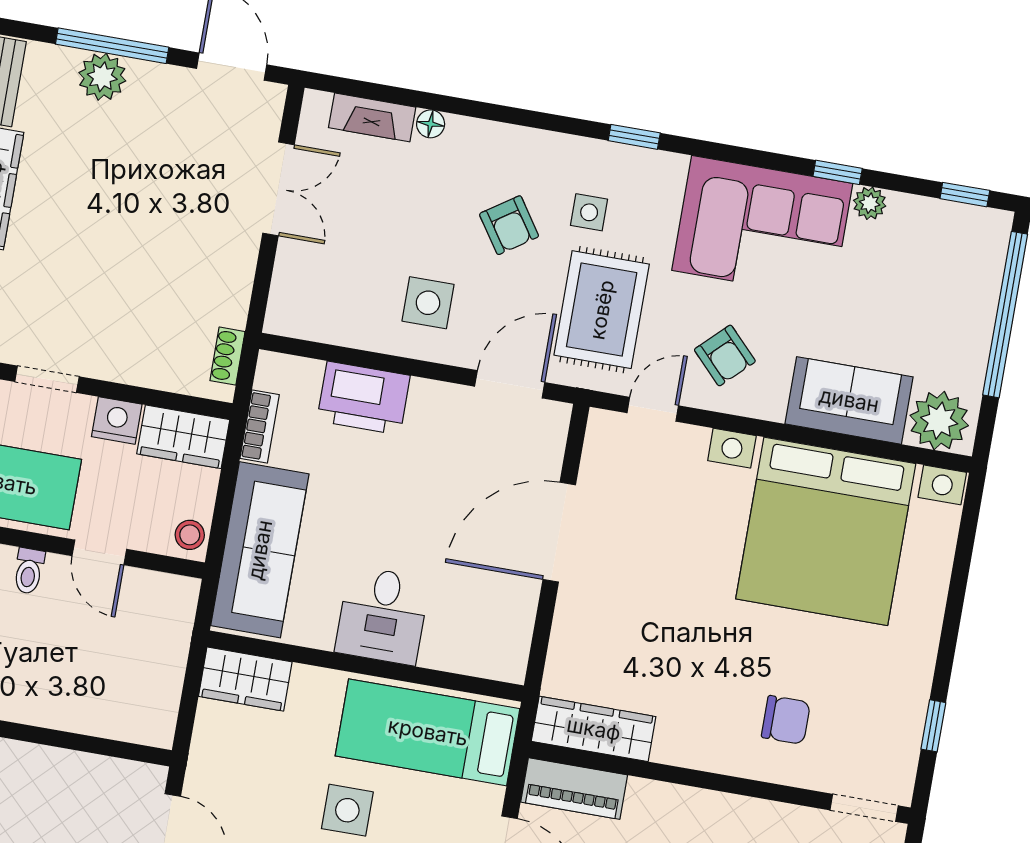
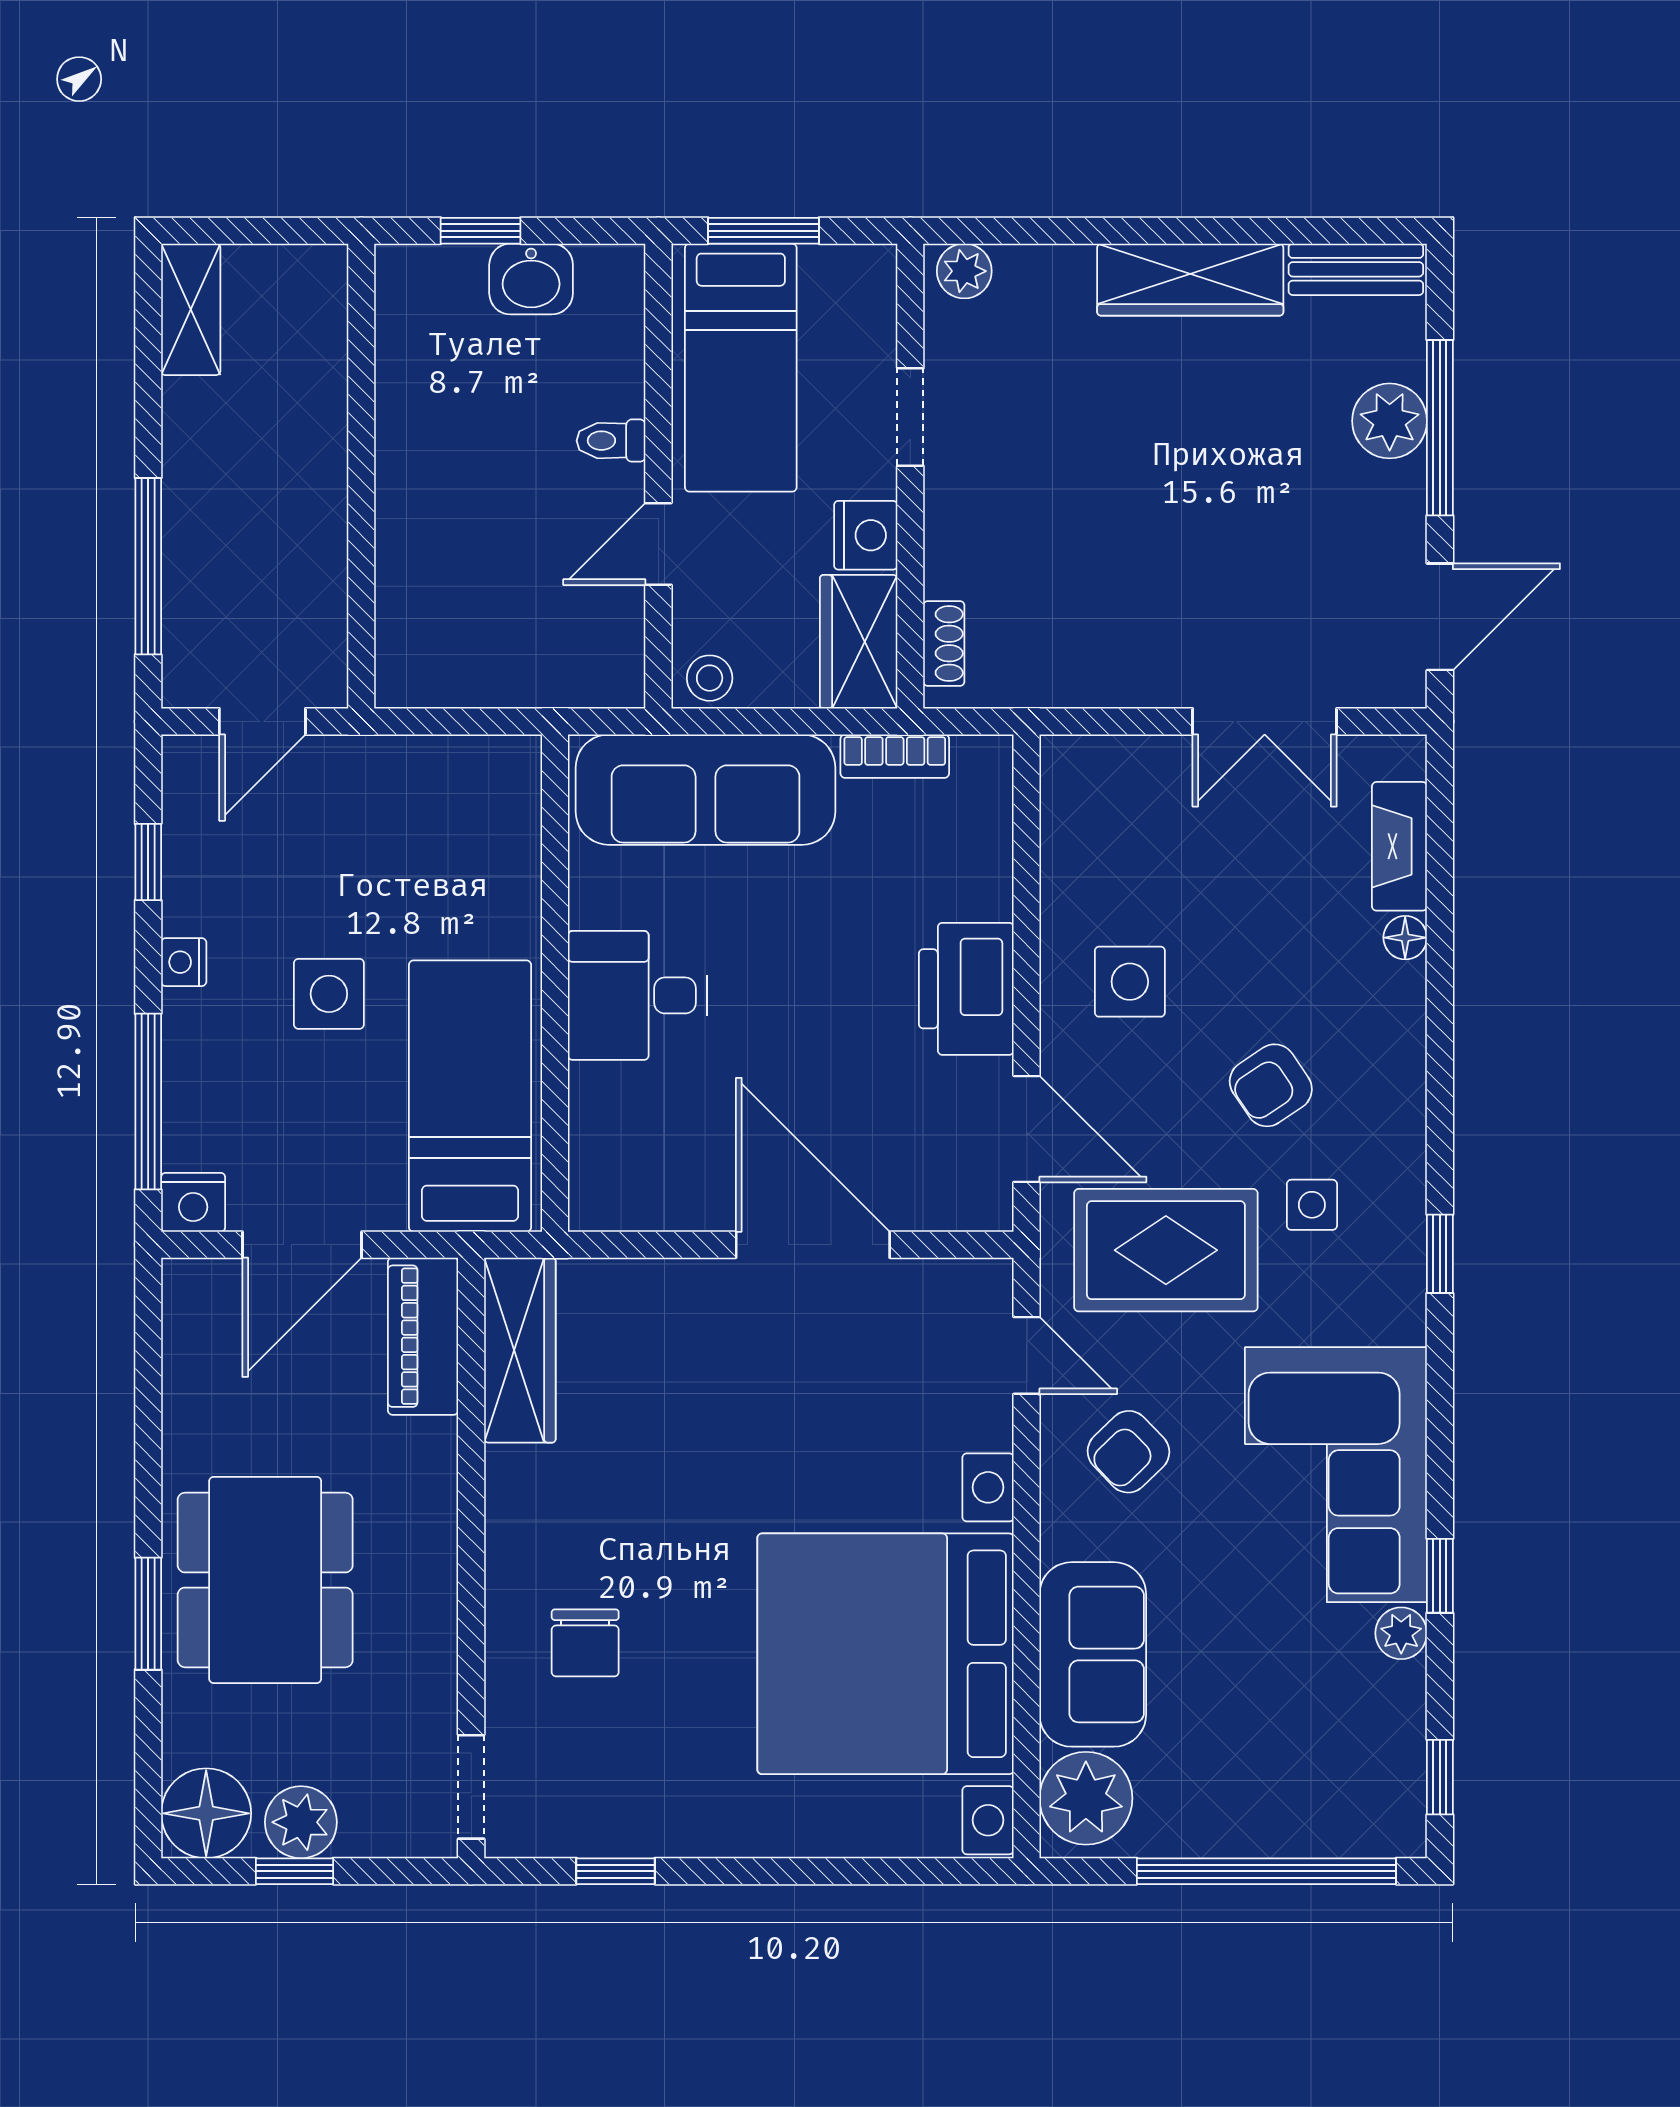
shoe rack: (227, 356) -> (944, 644), moved, turned 90
printer: (364, 398) -> (966, 989), moved
wardrobe: (245, 679) -> (503, 802), removed

